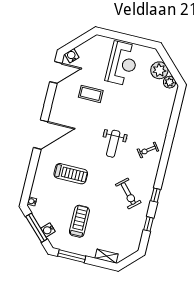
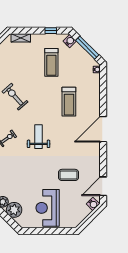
treadmill: (71, 174) -> (69, 102), turned -90
water cooler: (48, 230) -> (70, 41), moved
window: (72, 256) -> (51, 31), width x0.46

